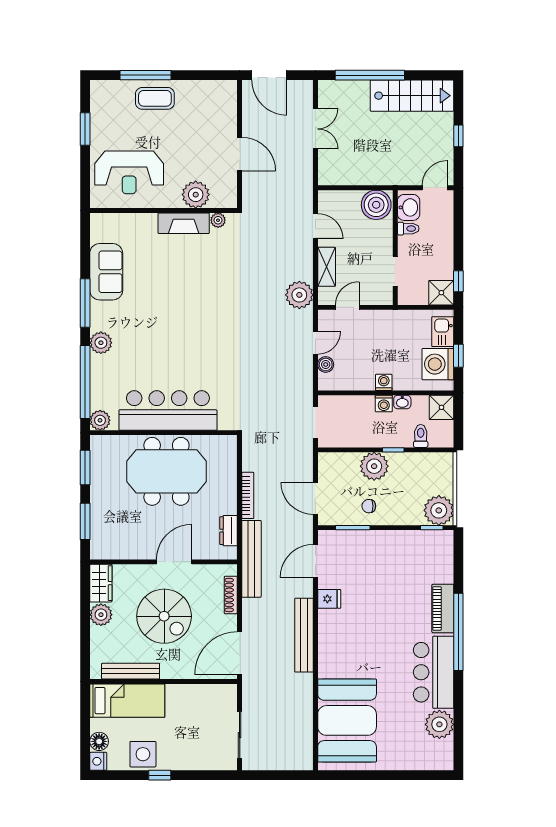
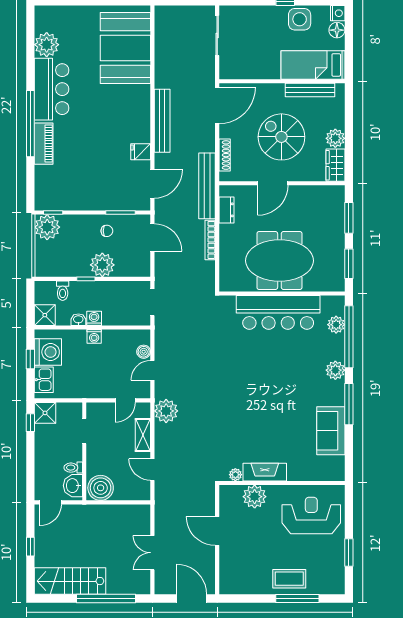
plant: (100, 420) -> (336, 325), moved

